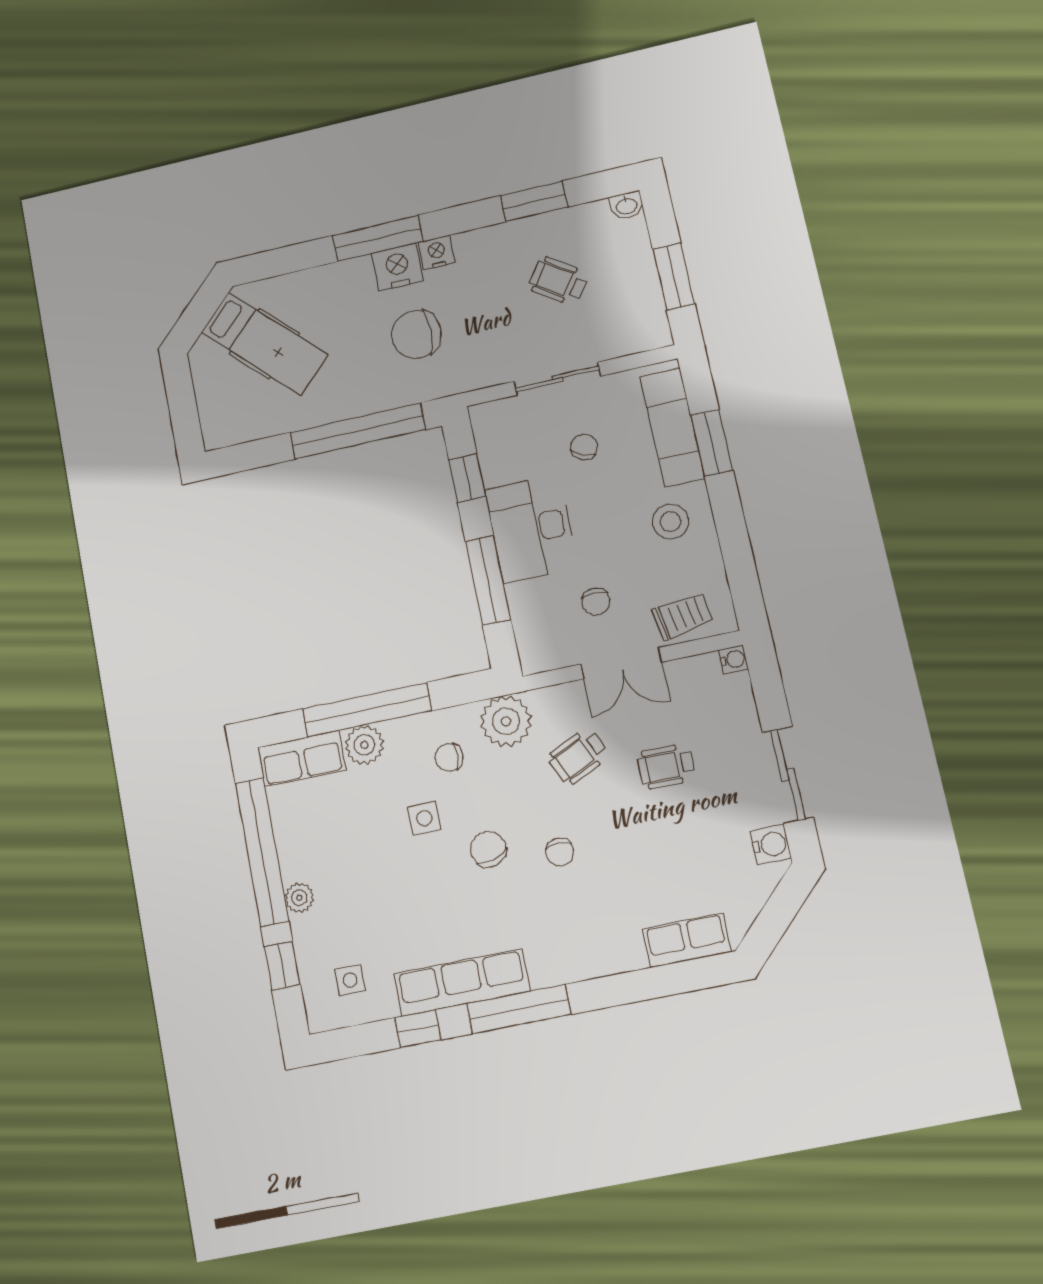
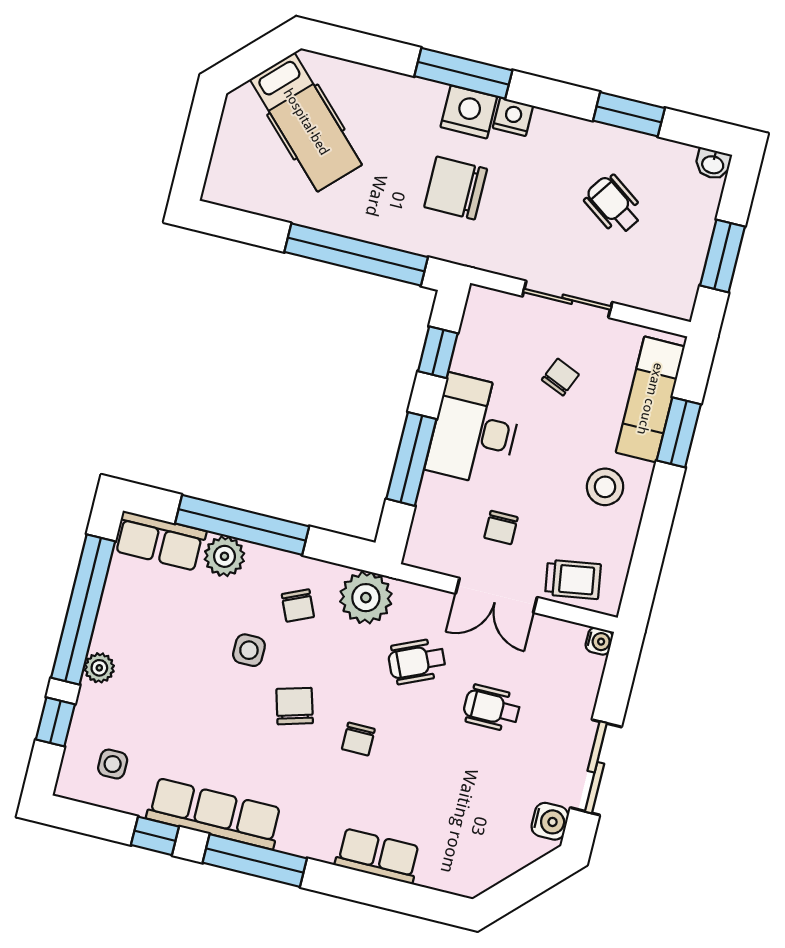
chair: (449, 757) -> (298, 606), turned -114
row of seats: (687, 940) -> (378, 856), moved

